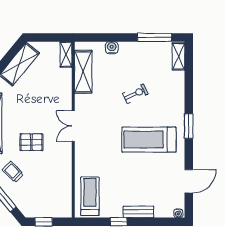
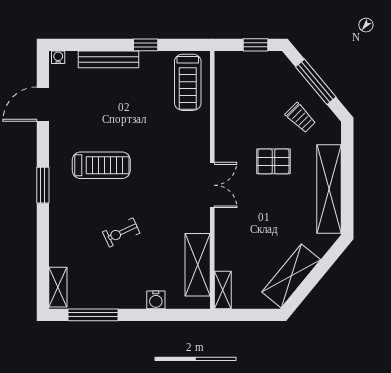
treadmill: (149, 140) -> (101, 165), width x0.73, depth x0.73
bench: (138, 212) -> (109, 59), width x1.36

